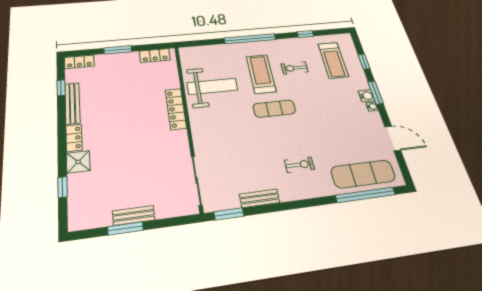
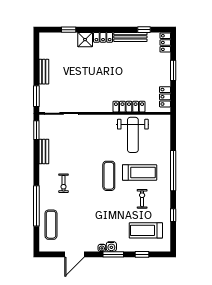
locker: (176, 109) -> (129, 107), moved
exercise mat: (363, 174) -> (51, 225), width x0.73, depth x0.69
window: (365, 195) -> (36, 206), moved
window: (125, 228) -> (36, 96), moved

